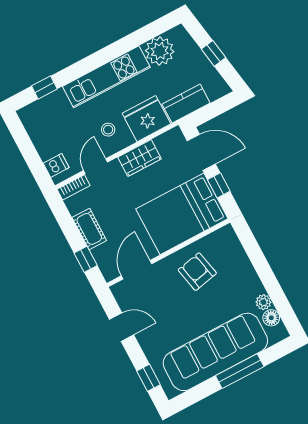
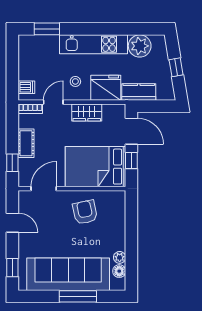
window: (44, 87) -> (47, 29), width x1.50

